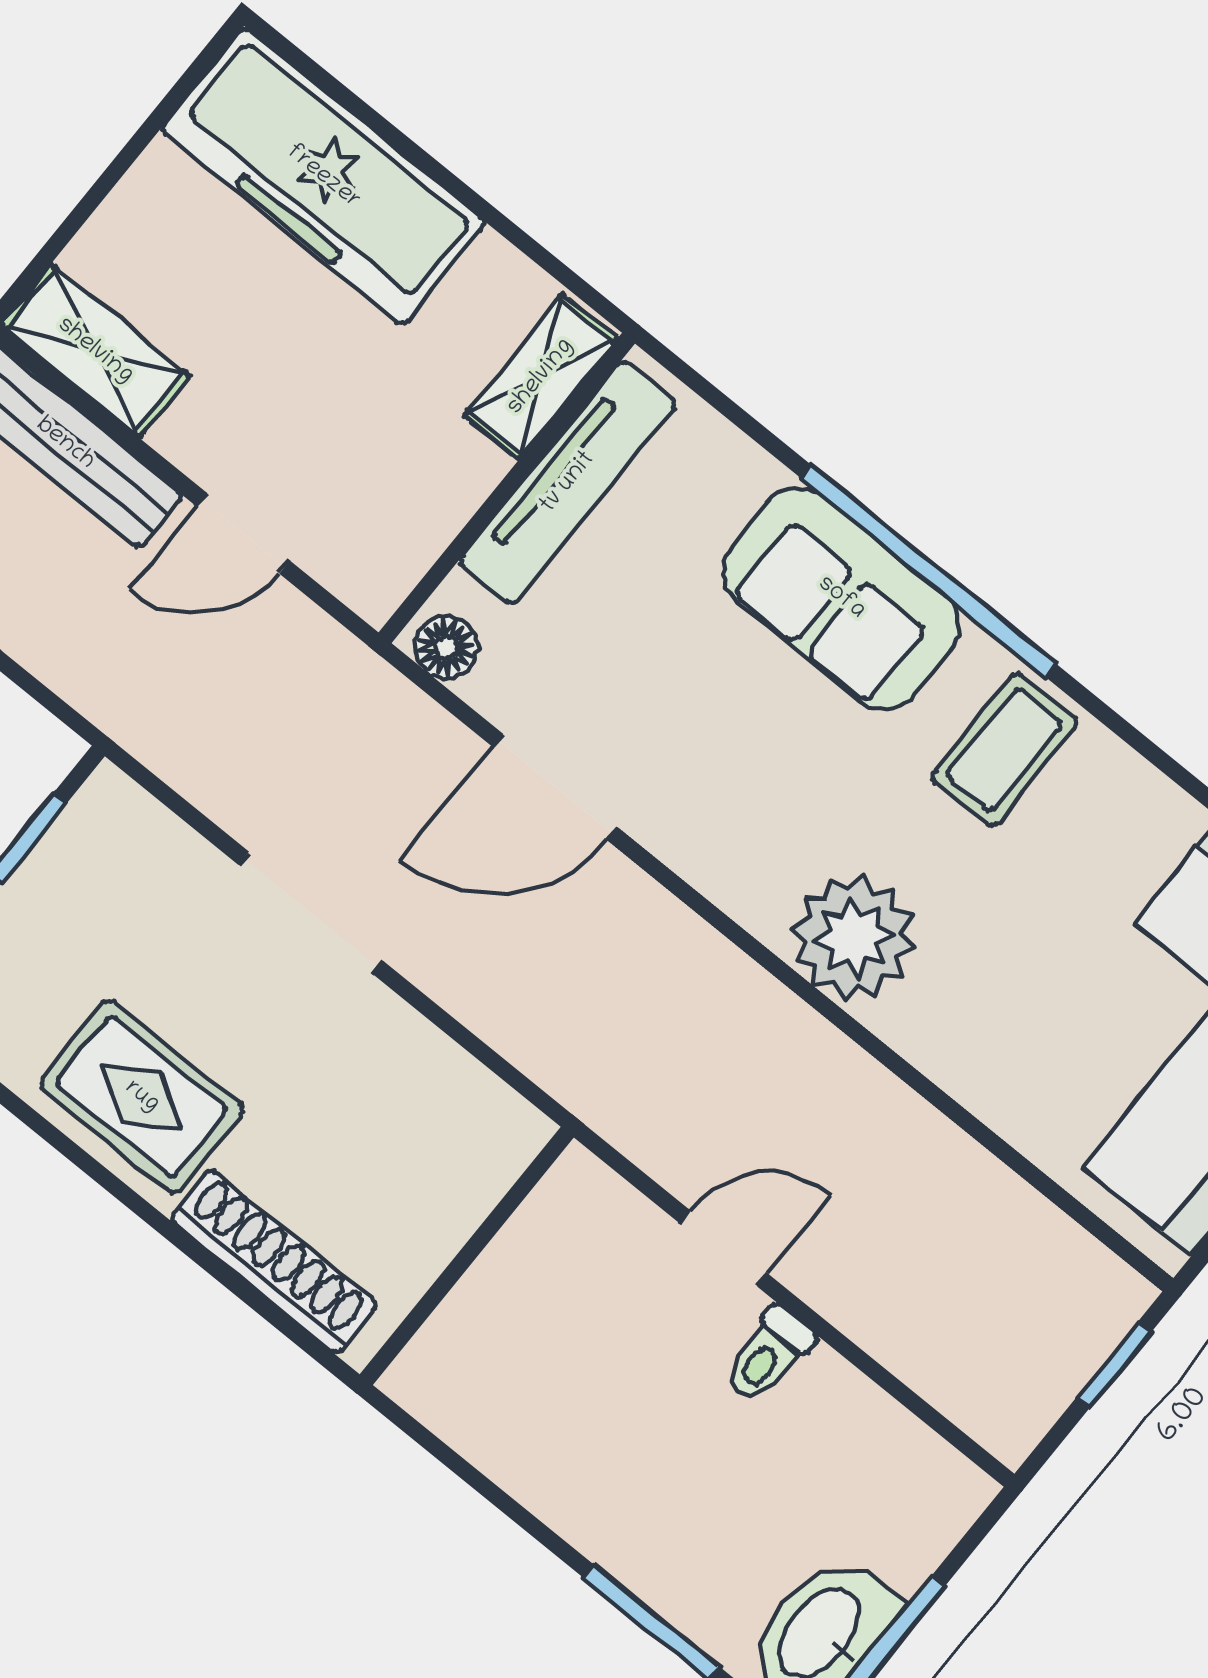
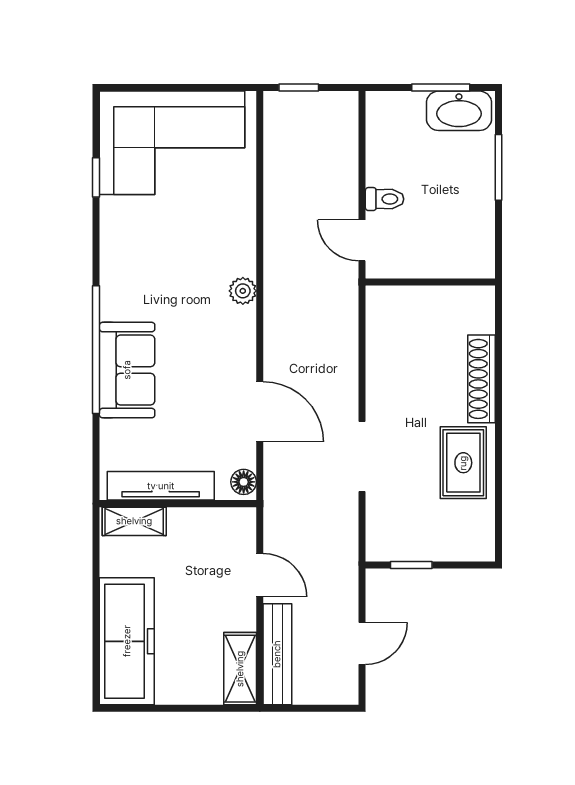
coffee table: (1004, 750) -> (133, 280), removed
plant: (854, 938) -> (243, 291), width x0.53, depth x0.53
wall: (467, 1256) -> (430, 282), moved

